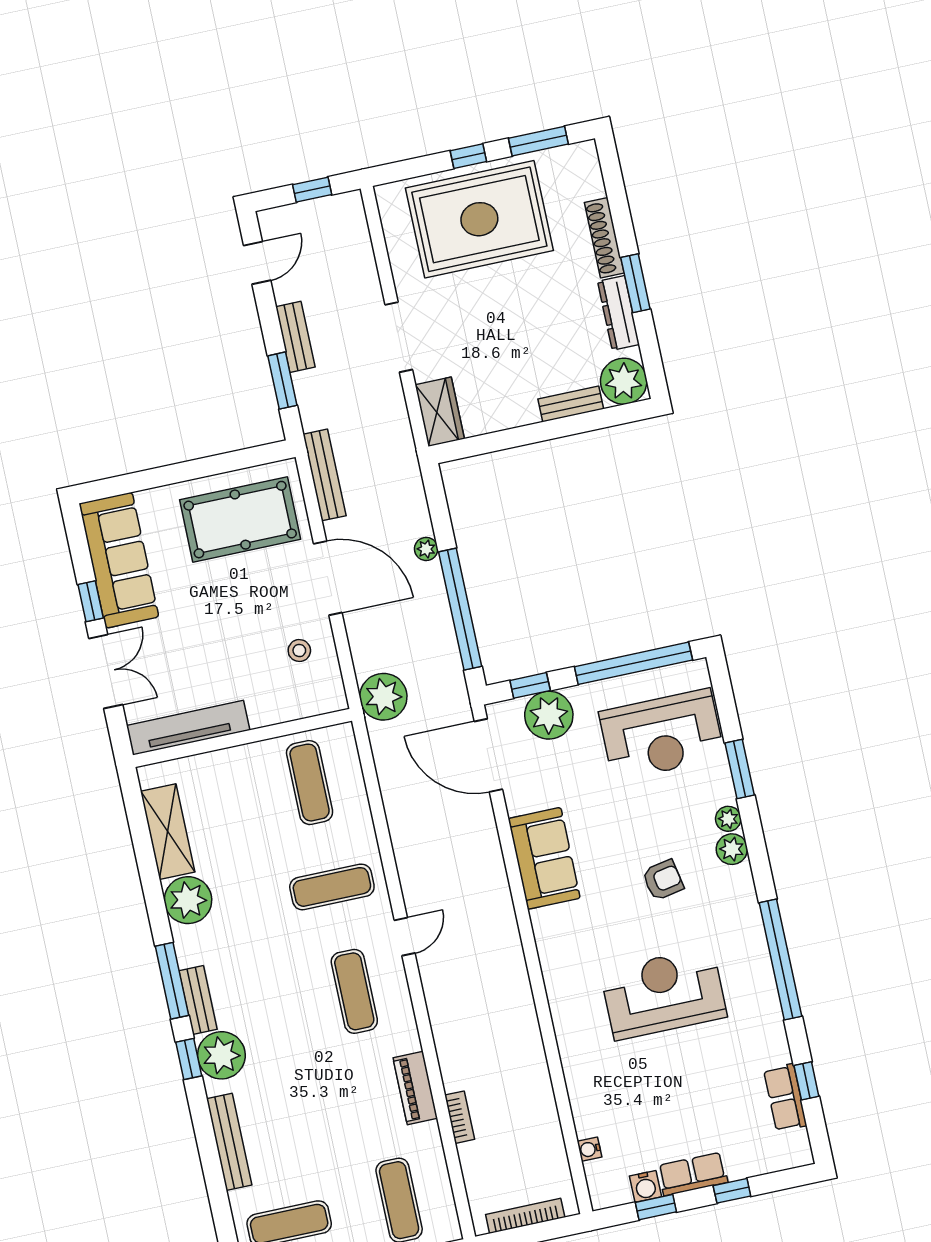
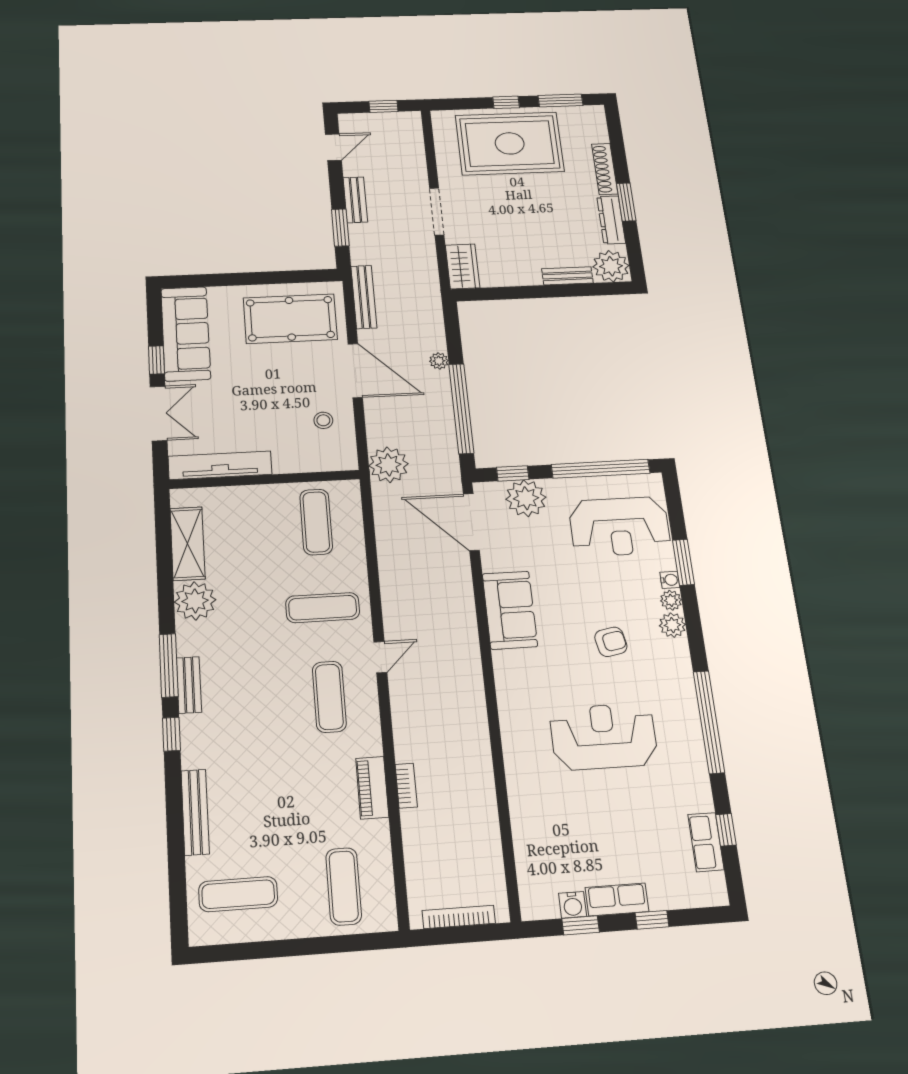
plant: (221, 1055) -> (201, 735), removed
bookcase: (460, 1117) -> (406, 786), moved
water cooler: (590, 1149) -> (670, 580), moved, turned 180

